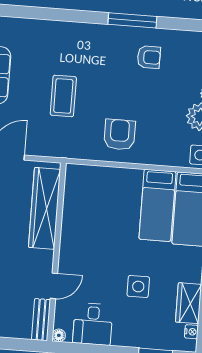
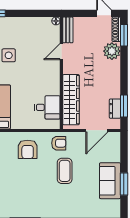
armchair: (149, 57) -> (59, 143), moved, turned 180
desk: (93, 324) -> (47, 107), moved, turned 90

